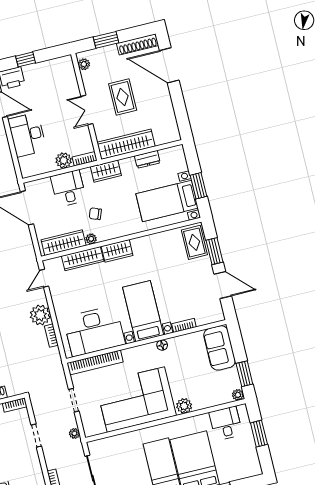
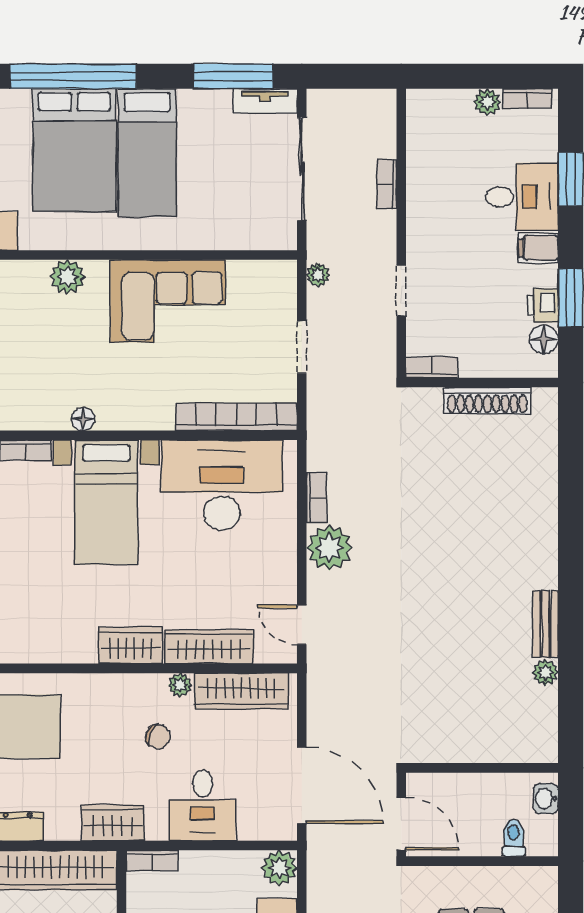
plant: (64, 160) -> (279, 868), moved
door: (44, 278) -> (302, 625), swing flipped
corner sofa: (136, 400) -> (168, 301), width x0.73, depth x0.74

